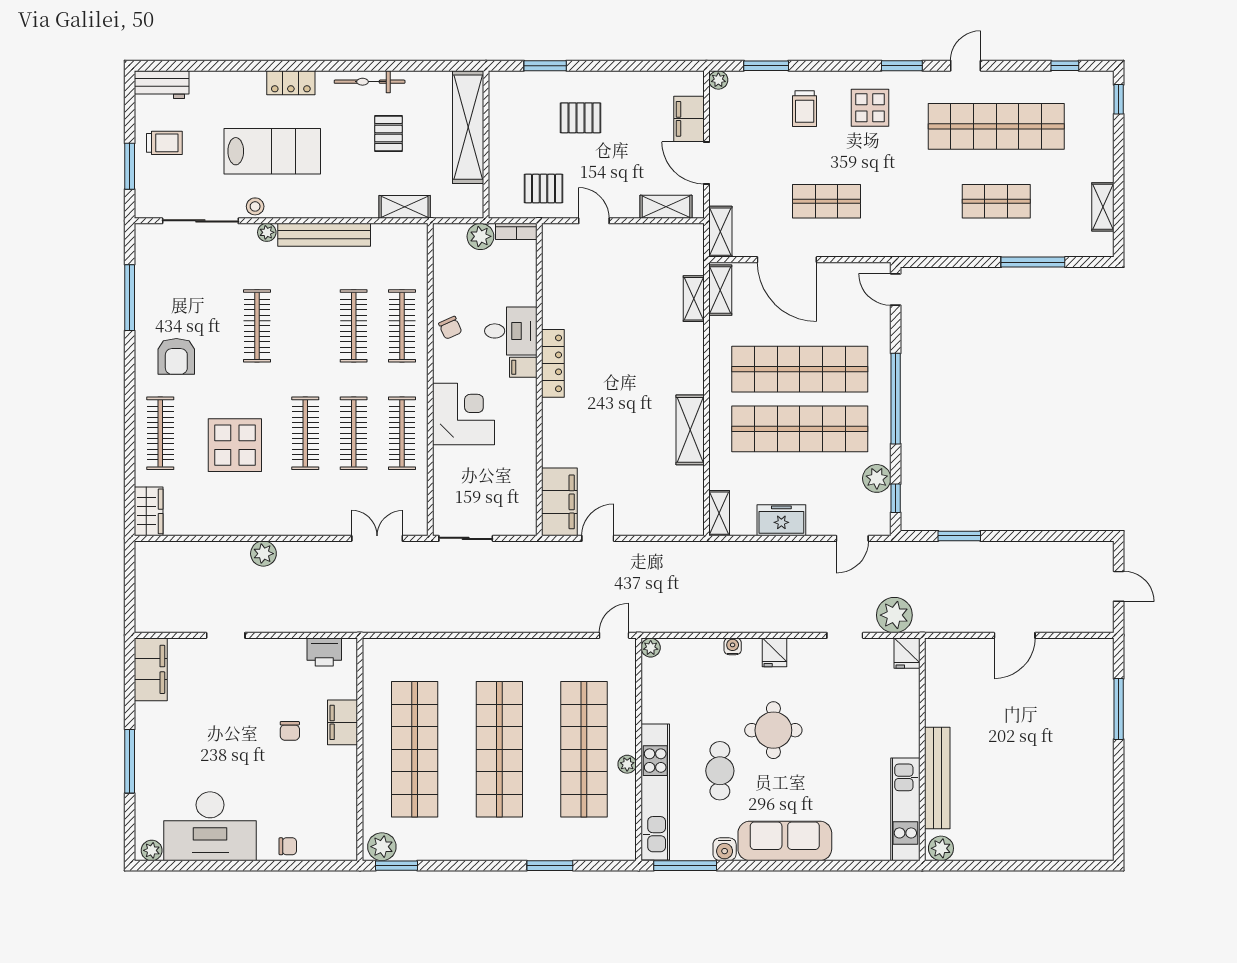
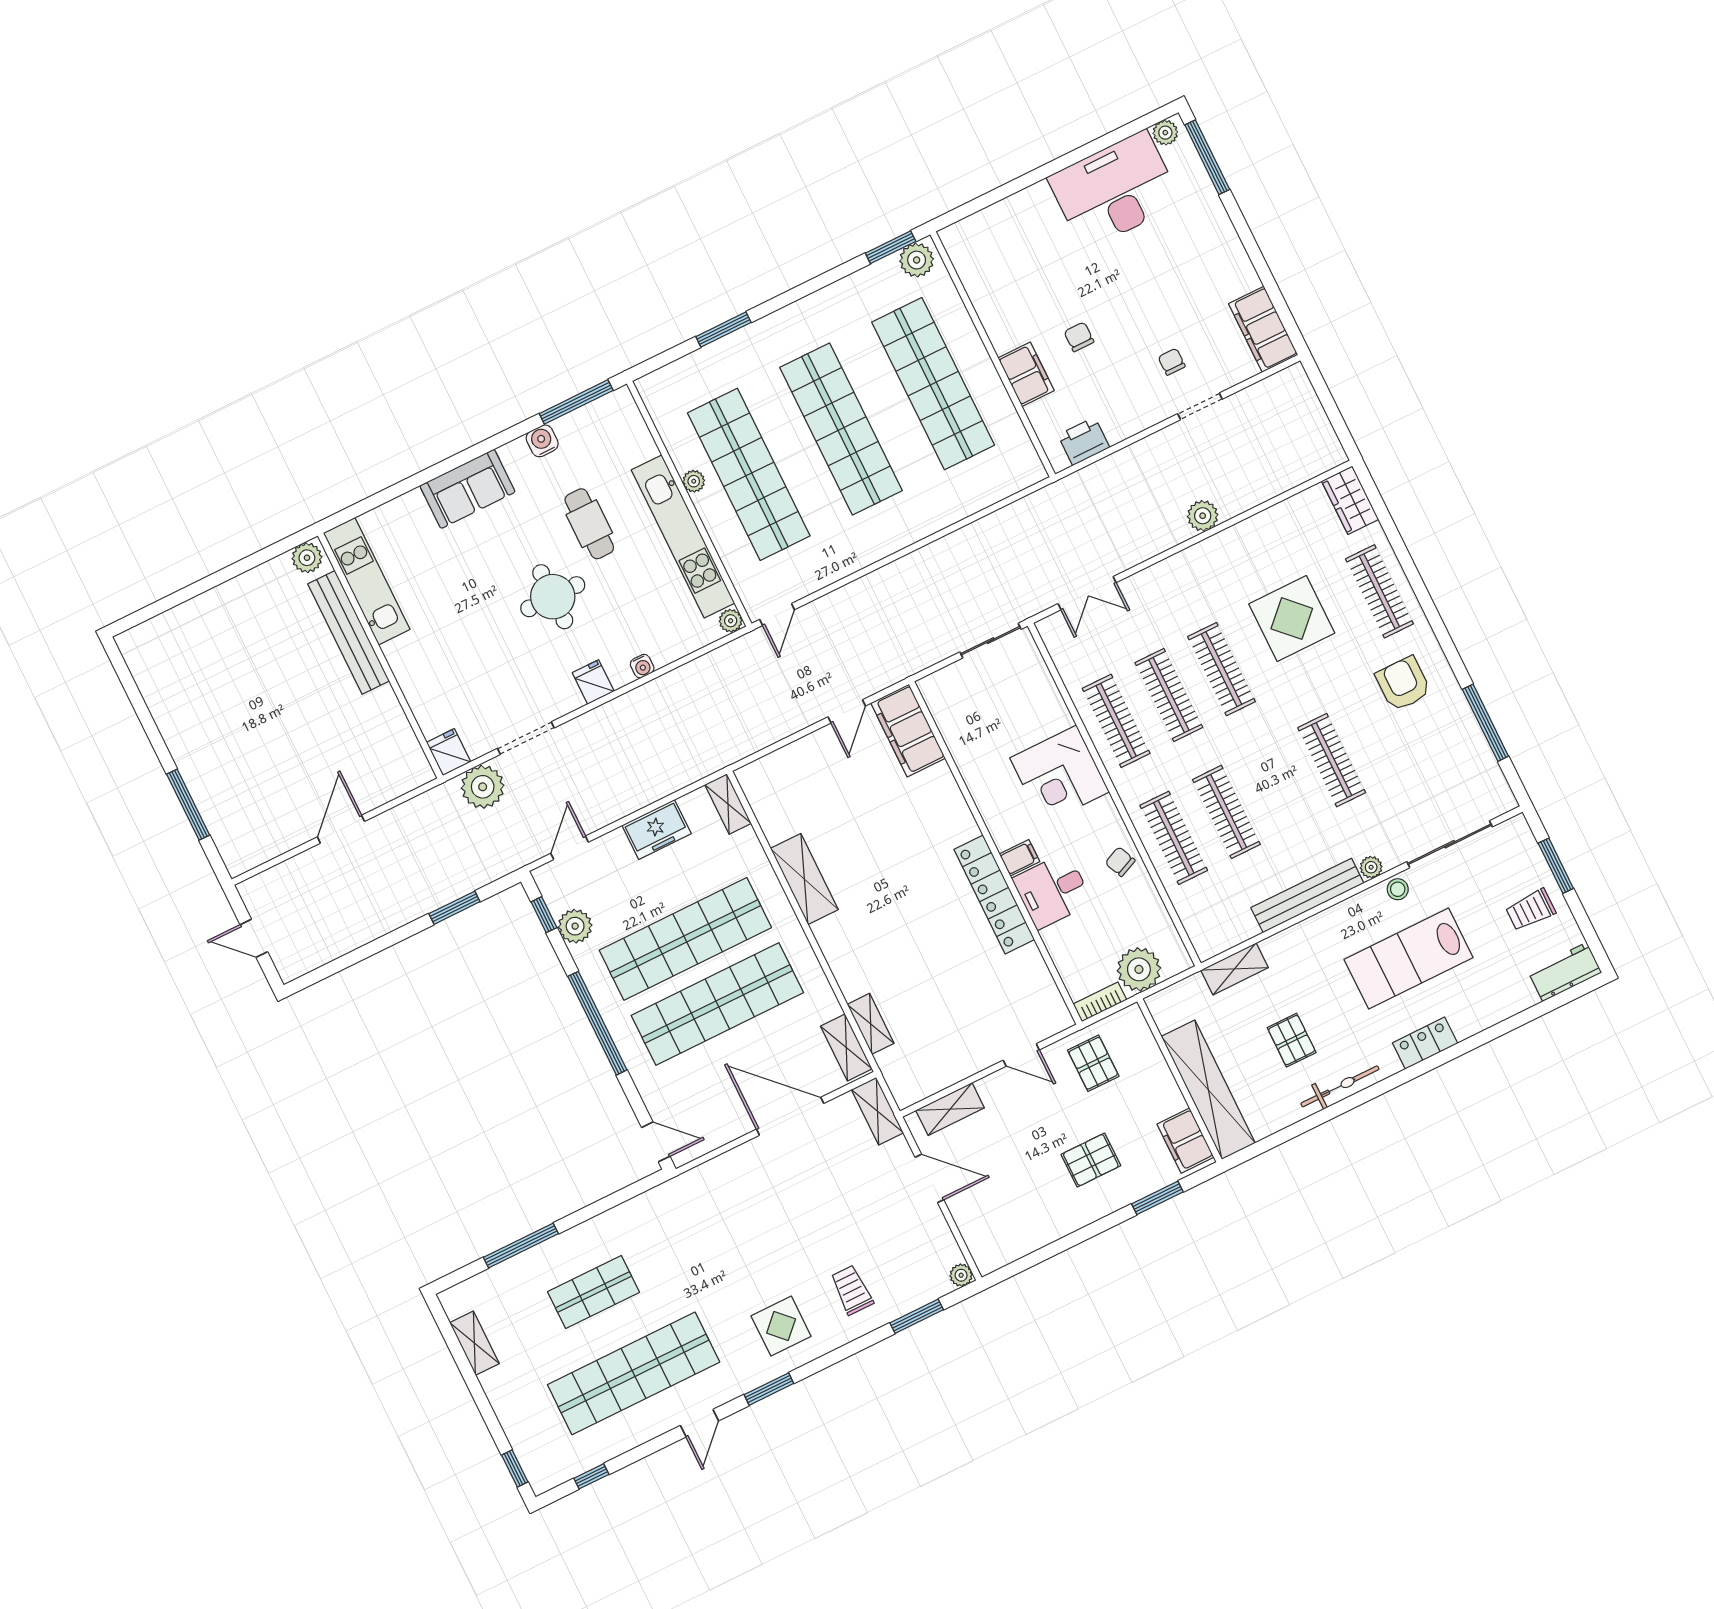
filing cabinet: (689, 119) -> (1185, 1141), moved, turned 180
pallet: (543, 189) -> (1093, 1063), turned 90
shop shelf: (827, 201) -> (778, 1201), removed
plant: (480, 236) -> (1139, 969), width x1.36, depth x1.36
locker: (553, 363) -> (994, 894), width x1.41, depth x1.21
doorway: (845, 635) -> (526, 738), width x1.38
window: (130, 761) -> (1207, 157), moved
kitchen unit: (655, 792) -> (683, 536), moved
sofa: (785, 841) -> (468, 489), width x0.73
chair: (288, 846) -> (1172, 362), moved, turned 90

